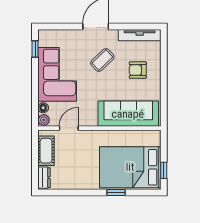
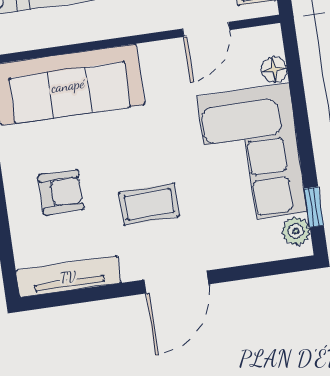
coffee table: (102, 60) -> (149, 204), turned 43
plant: (44, 120) -> (296, 231), moved

